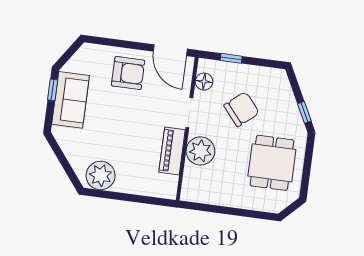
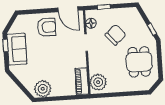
piano: (172, 151) -> (82, 81), moved
plant: (200, 151) -> (98, 82), moved

